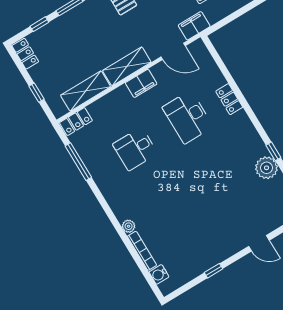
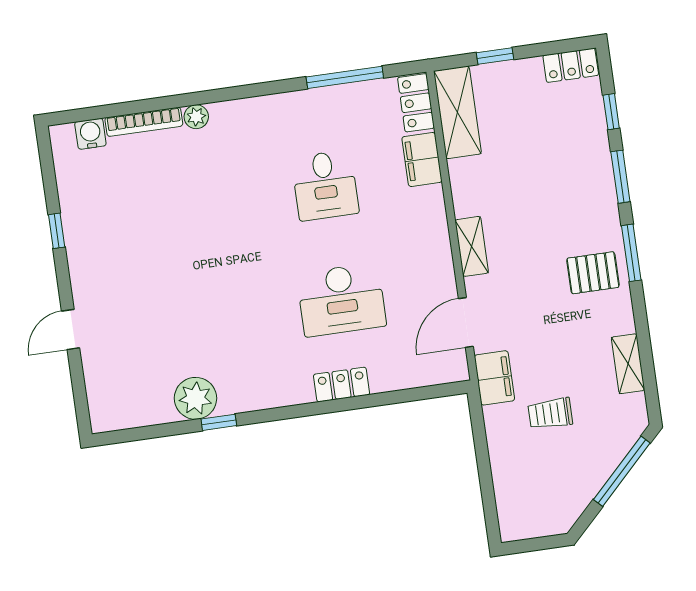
shelving: (127, 66) -> (472, 246), width x0.67, depth x0.75
filing cabinet: (141, 83) -> (422, 160), moved
shelving: (86, 91) -> (458, 112), moved
desk: (188, 117) -> (341, 300), turned 180
desk: (135, 149) -> (325, 185), turned 180

